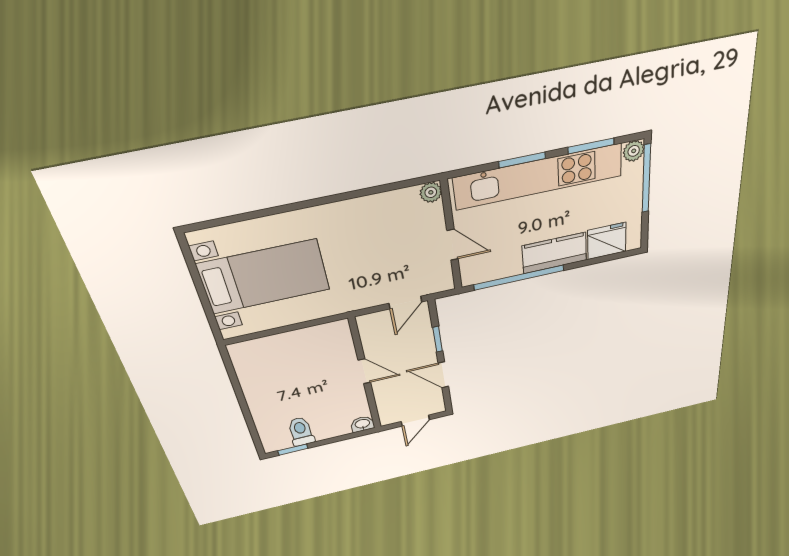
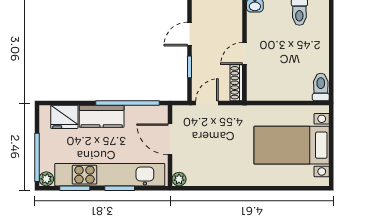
door: (452, 245) -> (170, 139), width x1.38
shoe rack: (368, 336) -> (236, 83), added
toilet: (243, 359) -> (321, 87), added
door: (364, 371) -> (244, 54), hinge flipped
door: (443, 375) -> (190, 34), swing flipped

